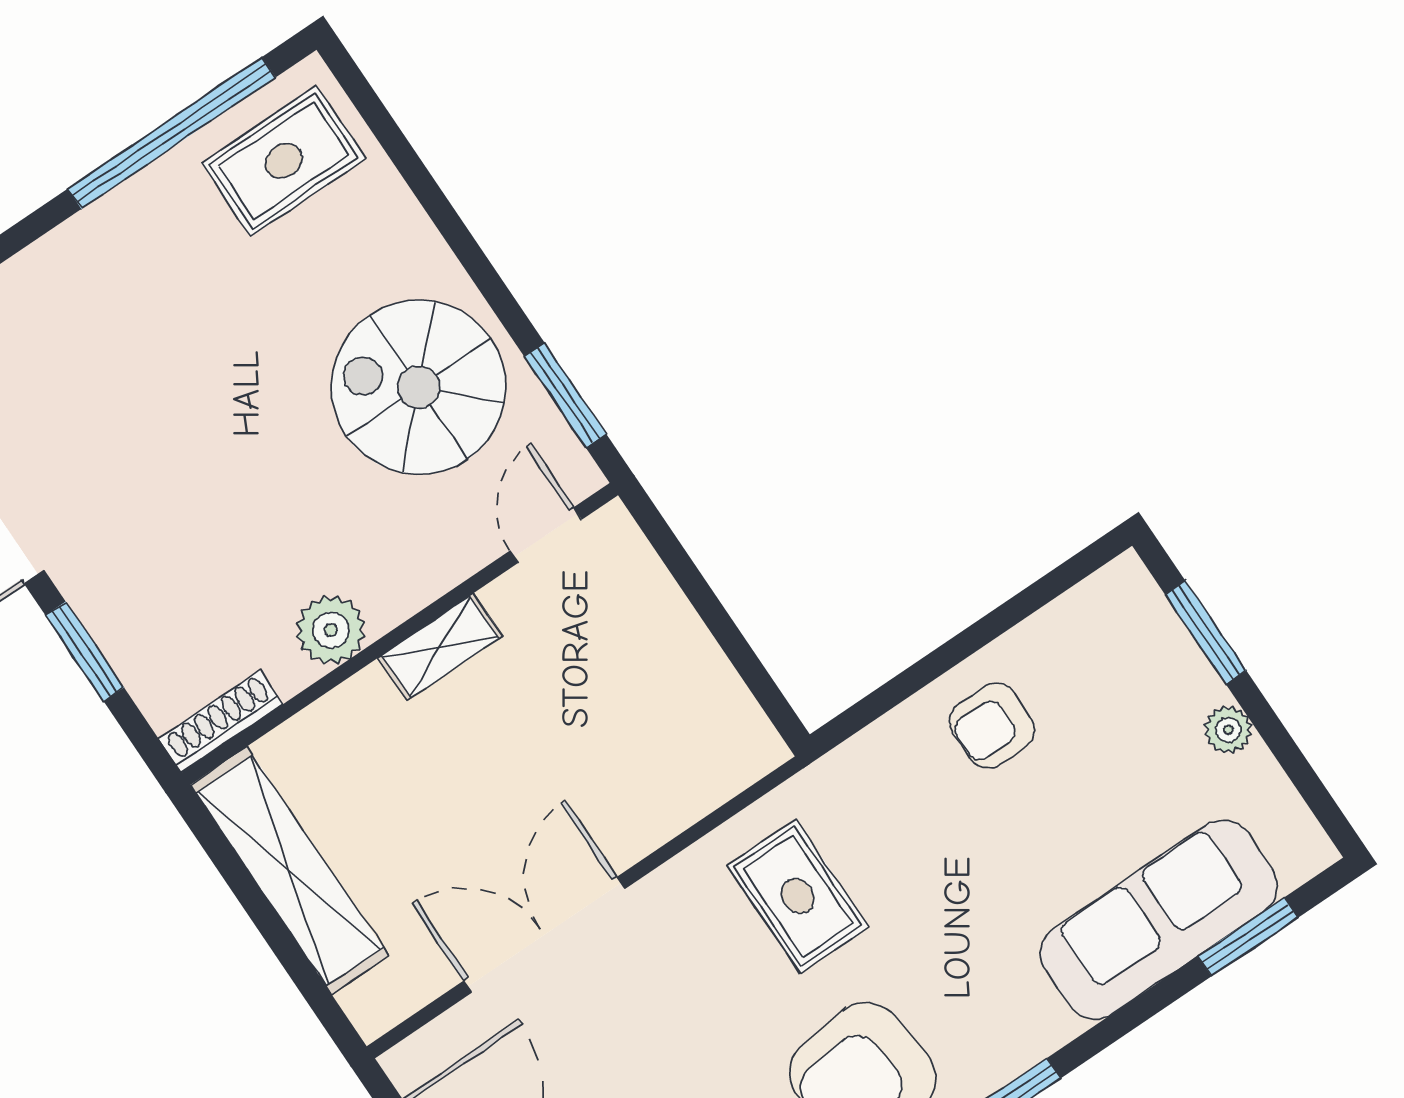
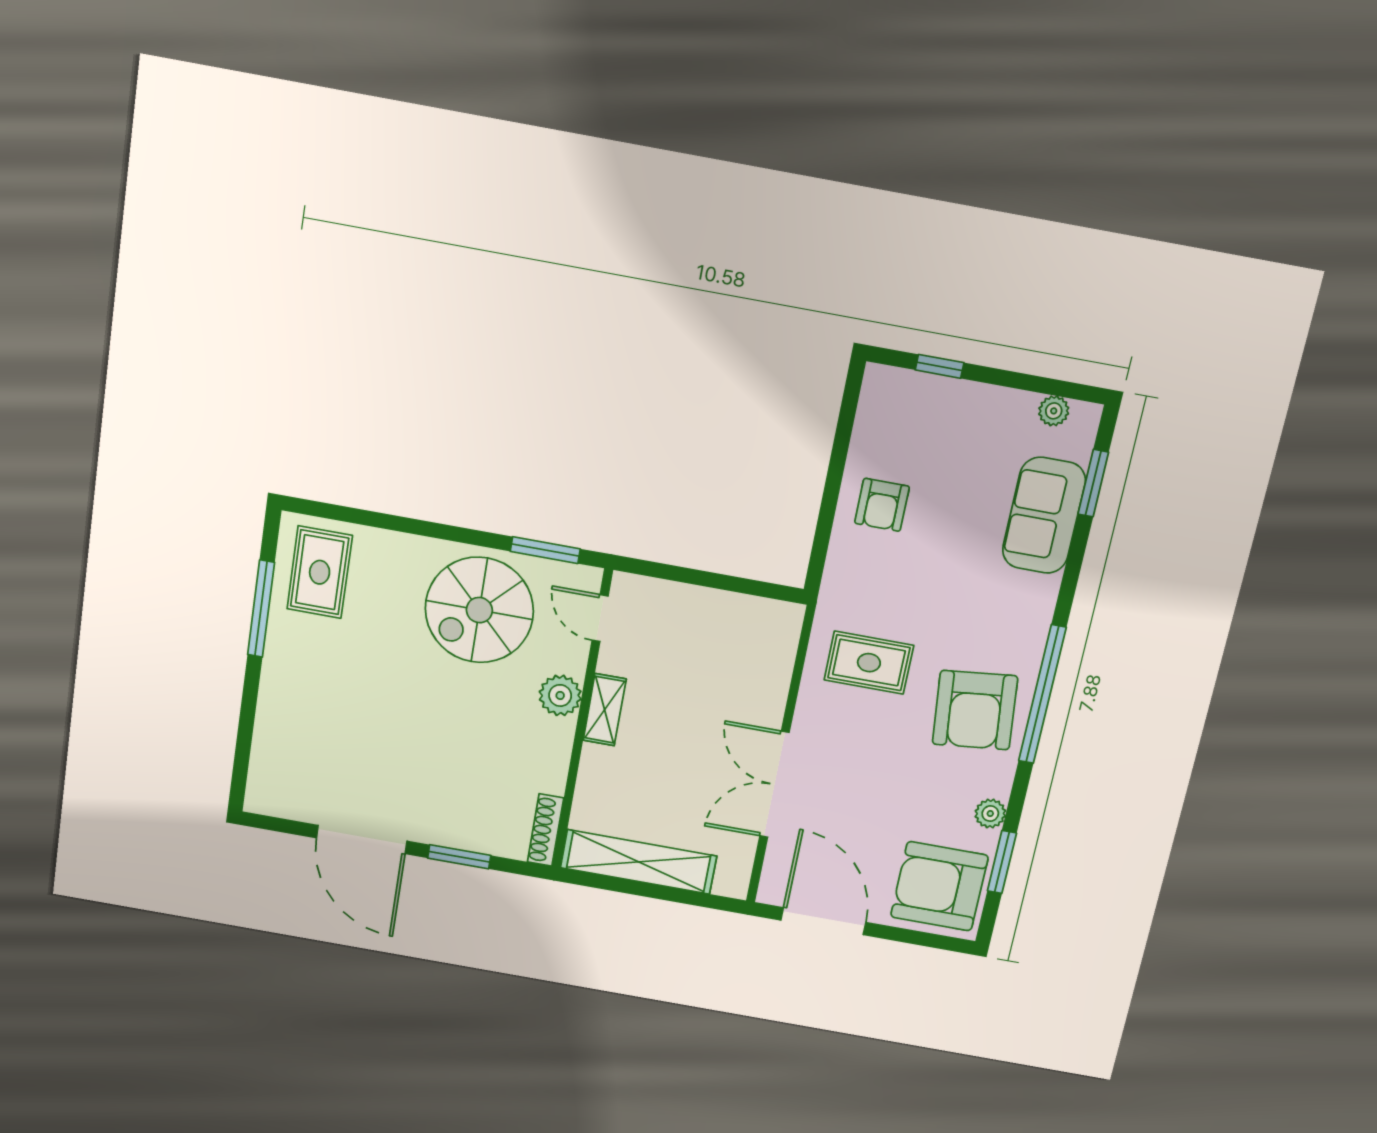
window: (172, 133) -> (261, 609), width x0.68
plant: (331, 630) -> (560, 695), moved
window: (1206, 633) -> (940, 366), width x0.67
plant: (1228, 730) -> (1054, 411), moved
sofa: (1159, 920) -> (1044, 515), width x0.73

